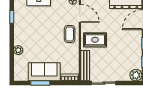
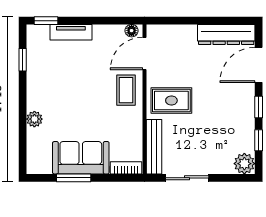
door: (80, 13) -> (144, 53), swing flipped

